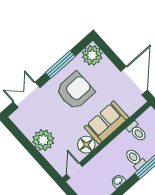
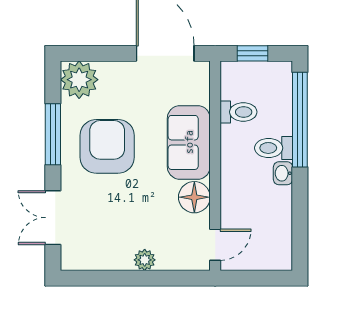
plant: (43, 140) -> (145, 260), width x0.53, depth x0.53
door: (75, 170) -> (215, 245), swing flipped
washbasin: (118, 181) -> (283, 173), moved

